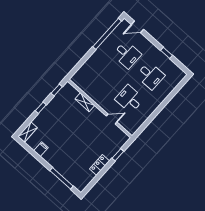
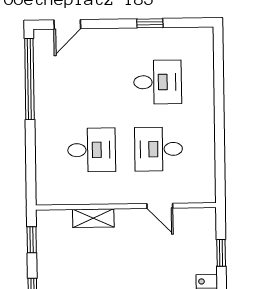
desk: (127, 55) -> (92, 150), moved
door: (112, 119) -> (160, 206), swing flipped

